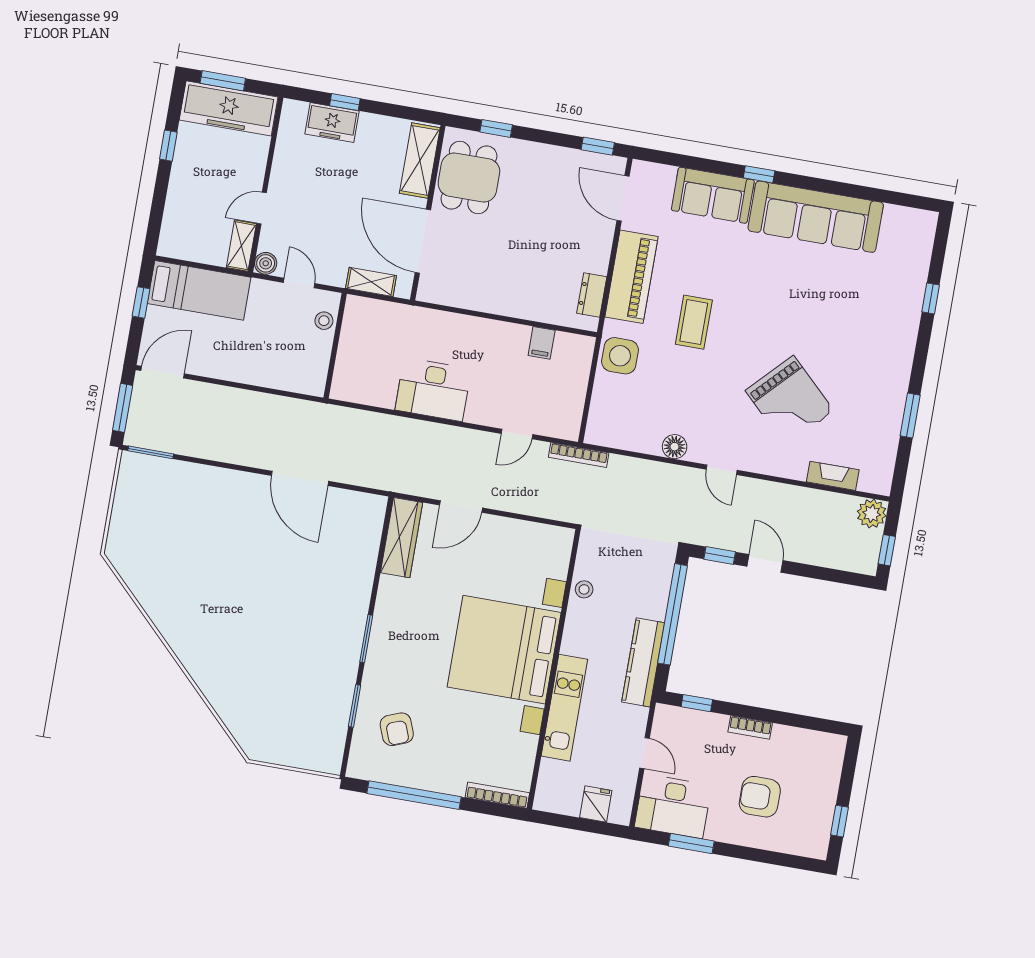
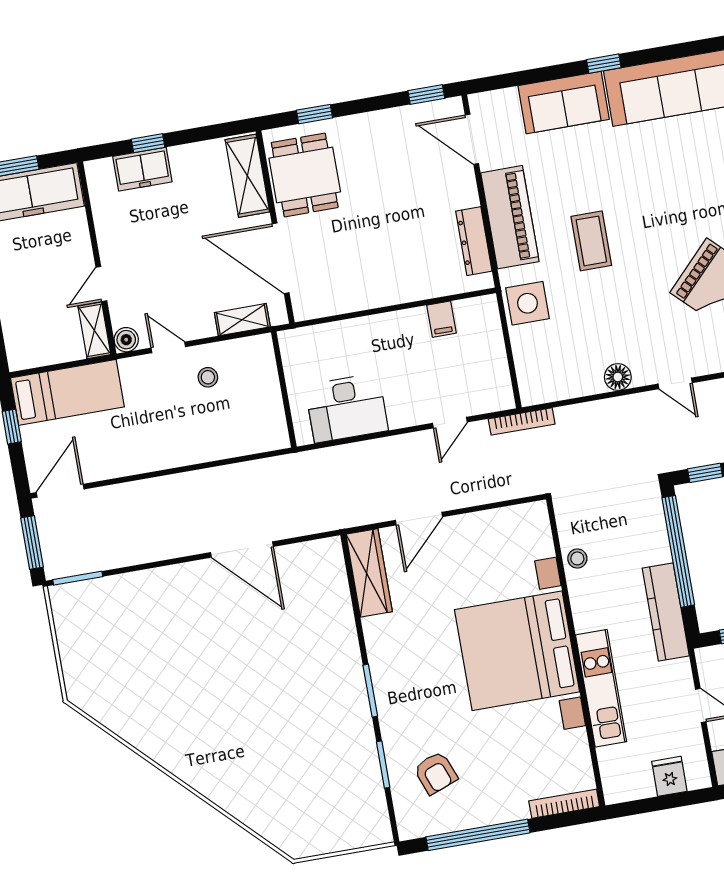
dresser: (592, 295) -> (474, 241), width x1.44
wall: (335, 346) -> (284, 389), moved

